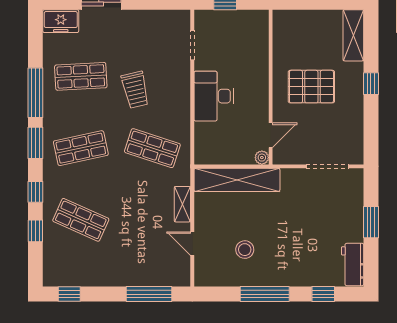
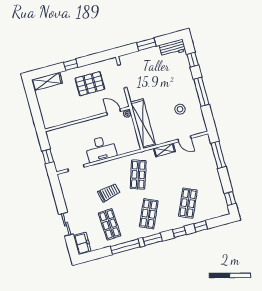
pallet: (311, 87) -> (90, 84), moved, turned 90
shop shelf: (81, 148) -> (149, 214), turned 36
door: (192, 244) -> (184, 139), hinge flipped

